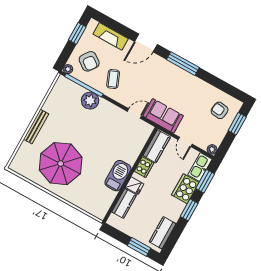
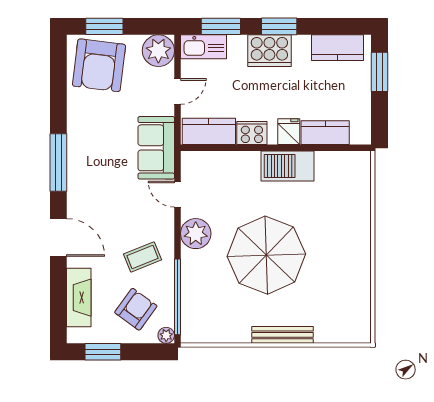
plant: (90, 101) -> (196, 234), moved
armchair: (220, 110) -> (99, 65), width x1.88, depth x1.88
plant: (212, 149) -> (158, 51), width x1.88, depth x1.88
parasol: (61, 164) -> (266, 255), moved
cooker: (185, 189) -> (269, 51), moved

